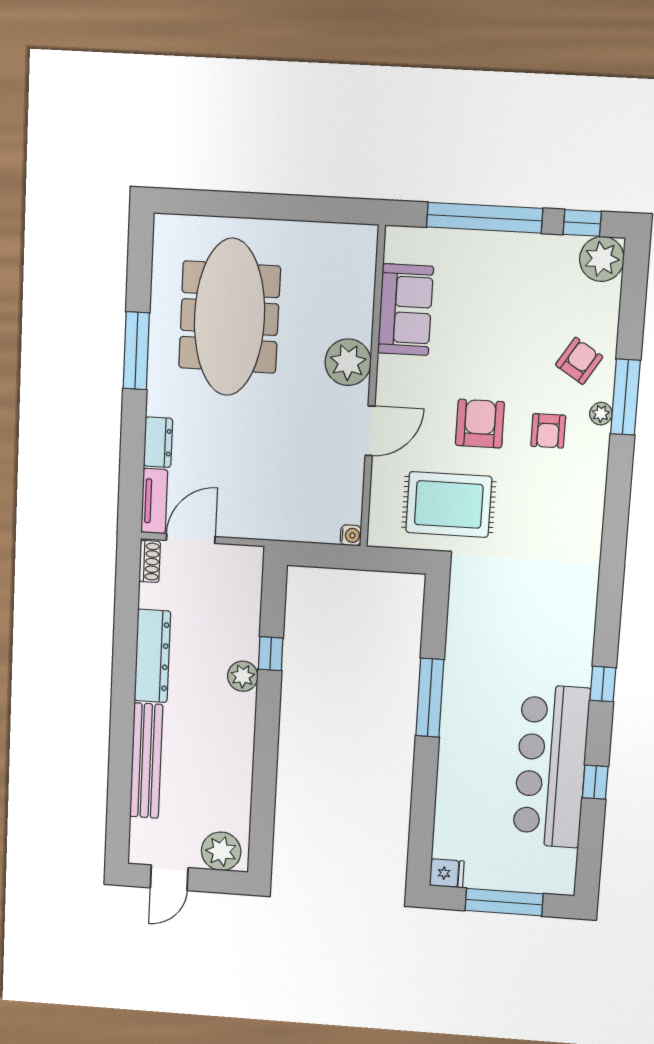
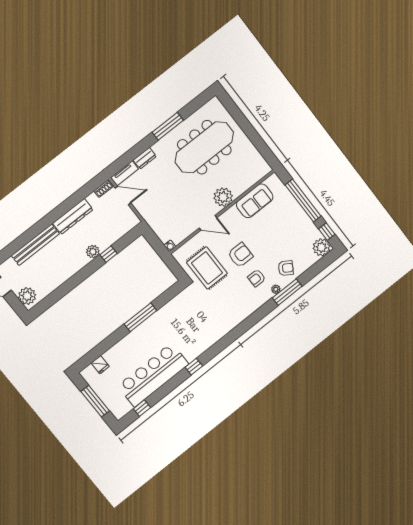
window: (595, 782) -> (142, 408), moved
fridge: (447, 873) -> (100, 365), moved

